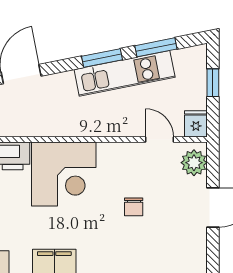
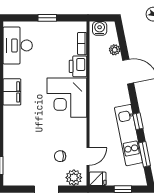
window: (102, 58) -> (138, 121), width x0.67
chair: (134, 207) -> (60, 156), moved

